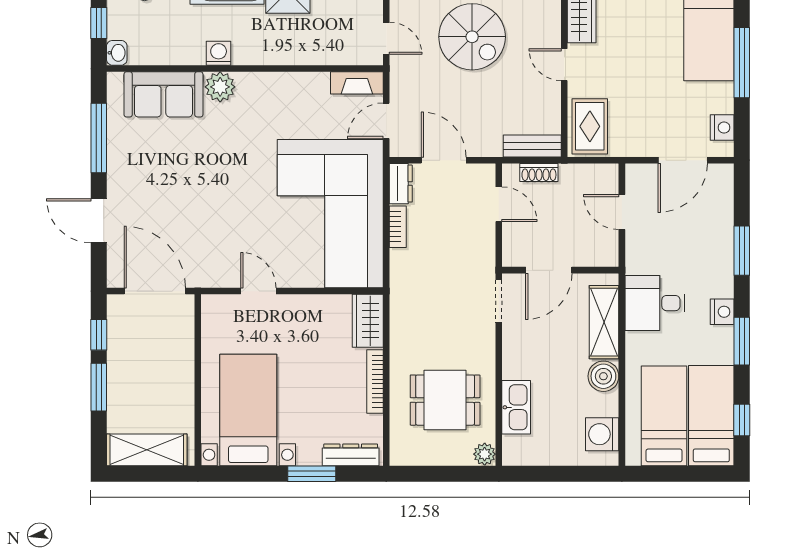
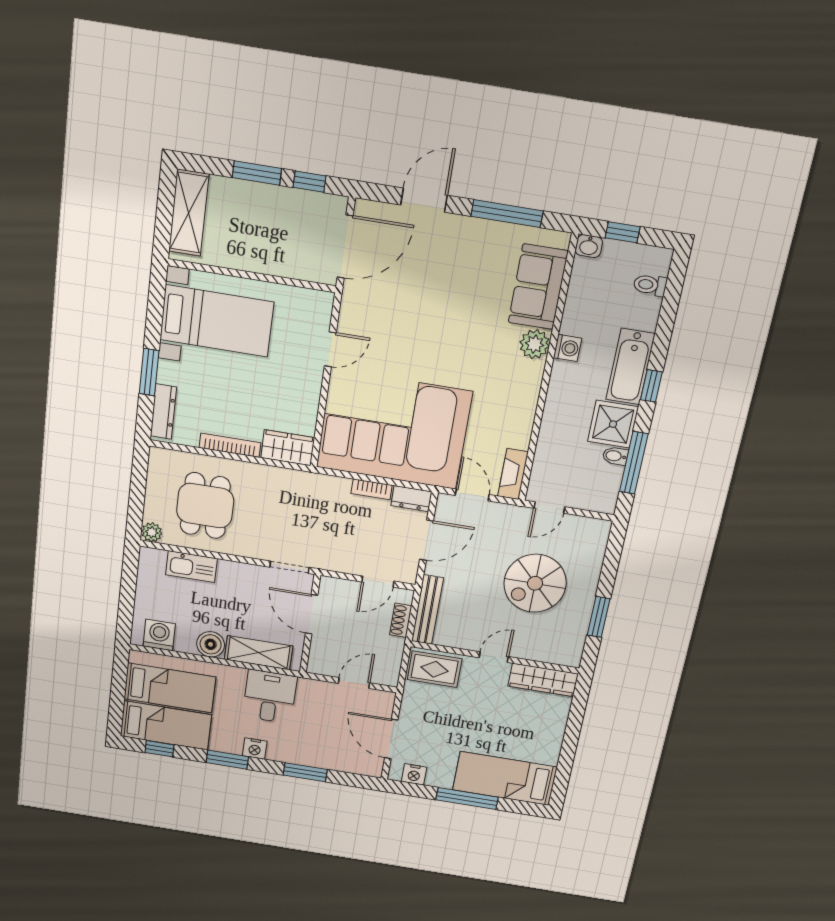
bench: (532, 146) -> (427, 610), width x1.36

